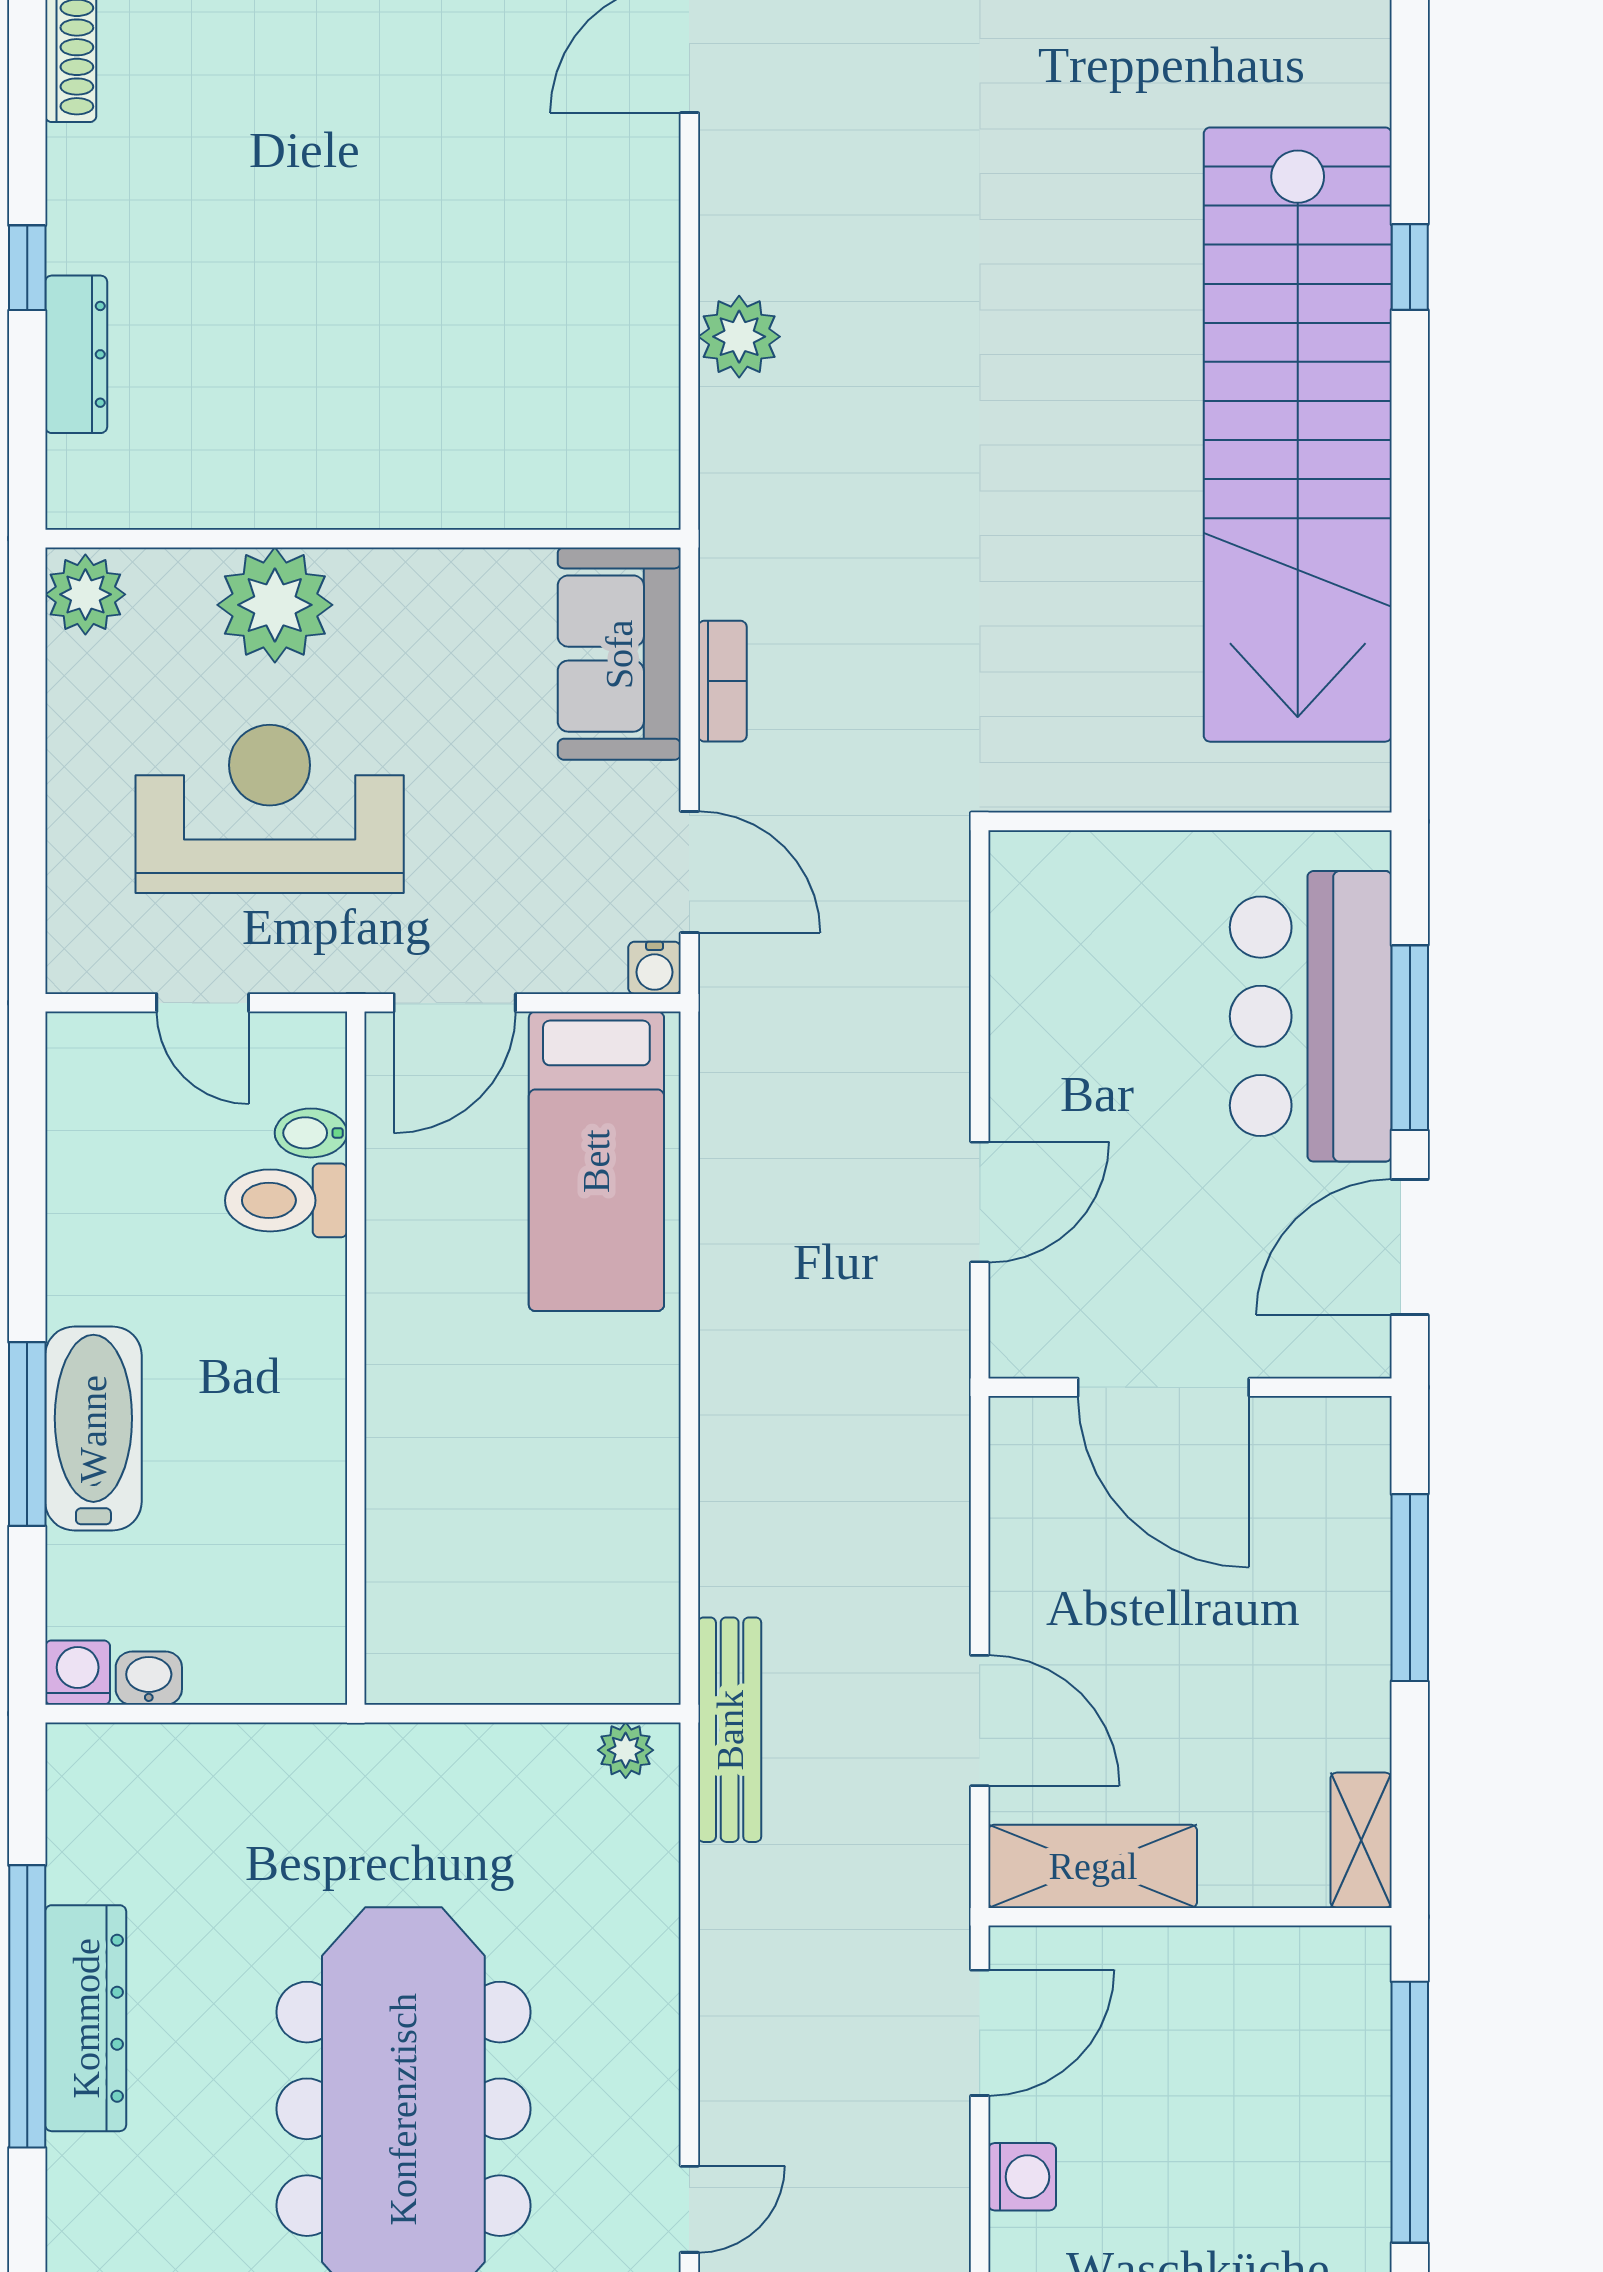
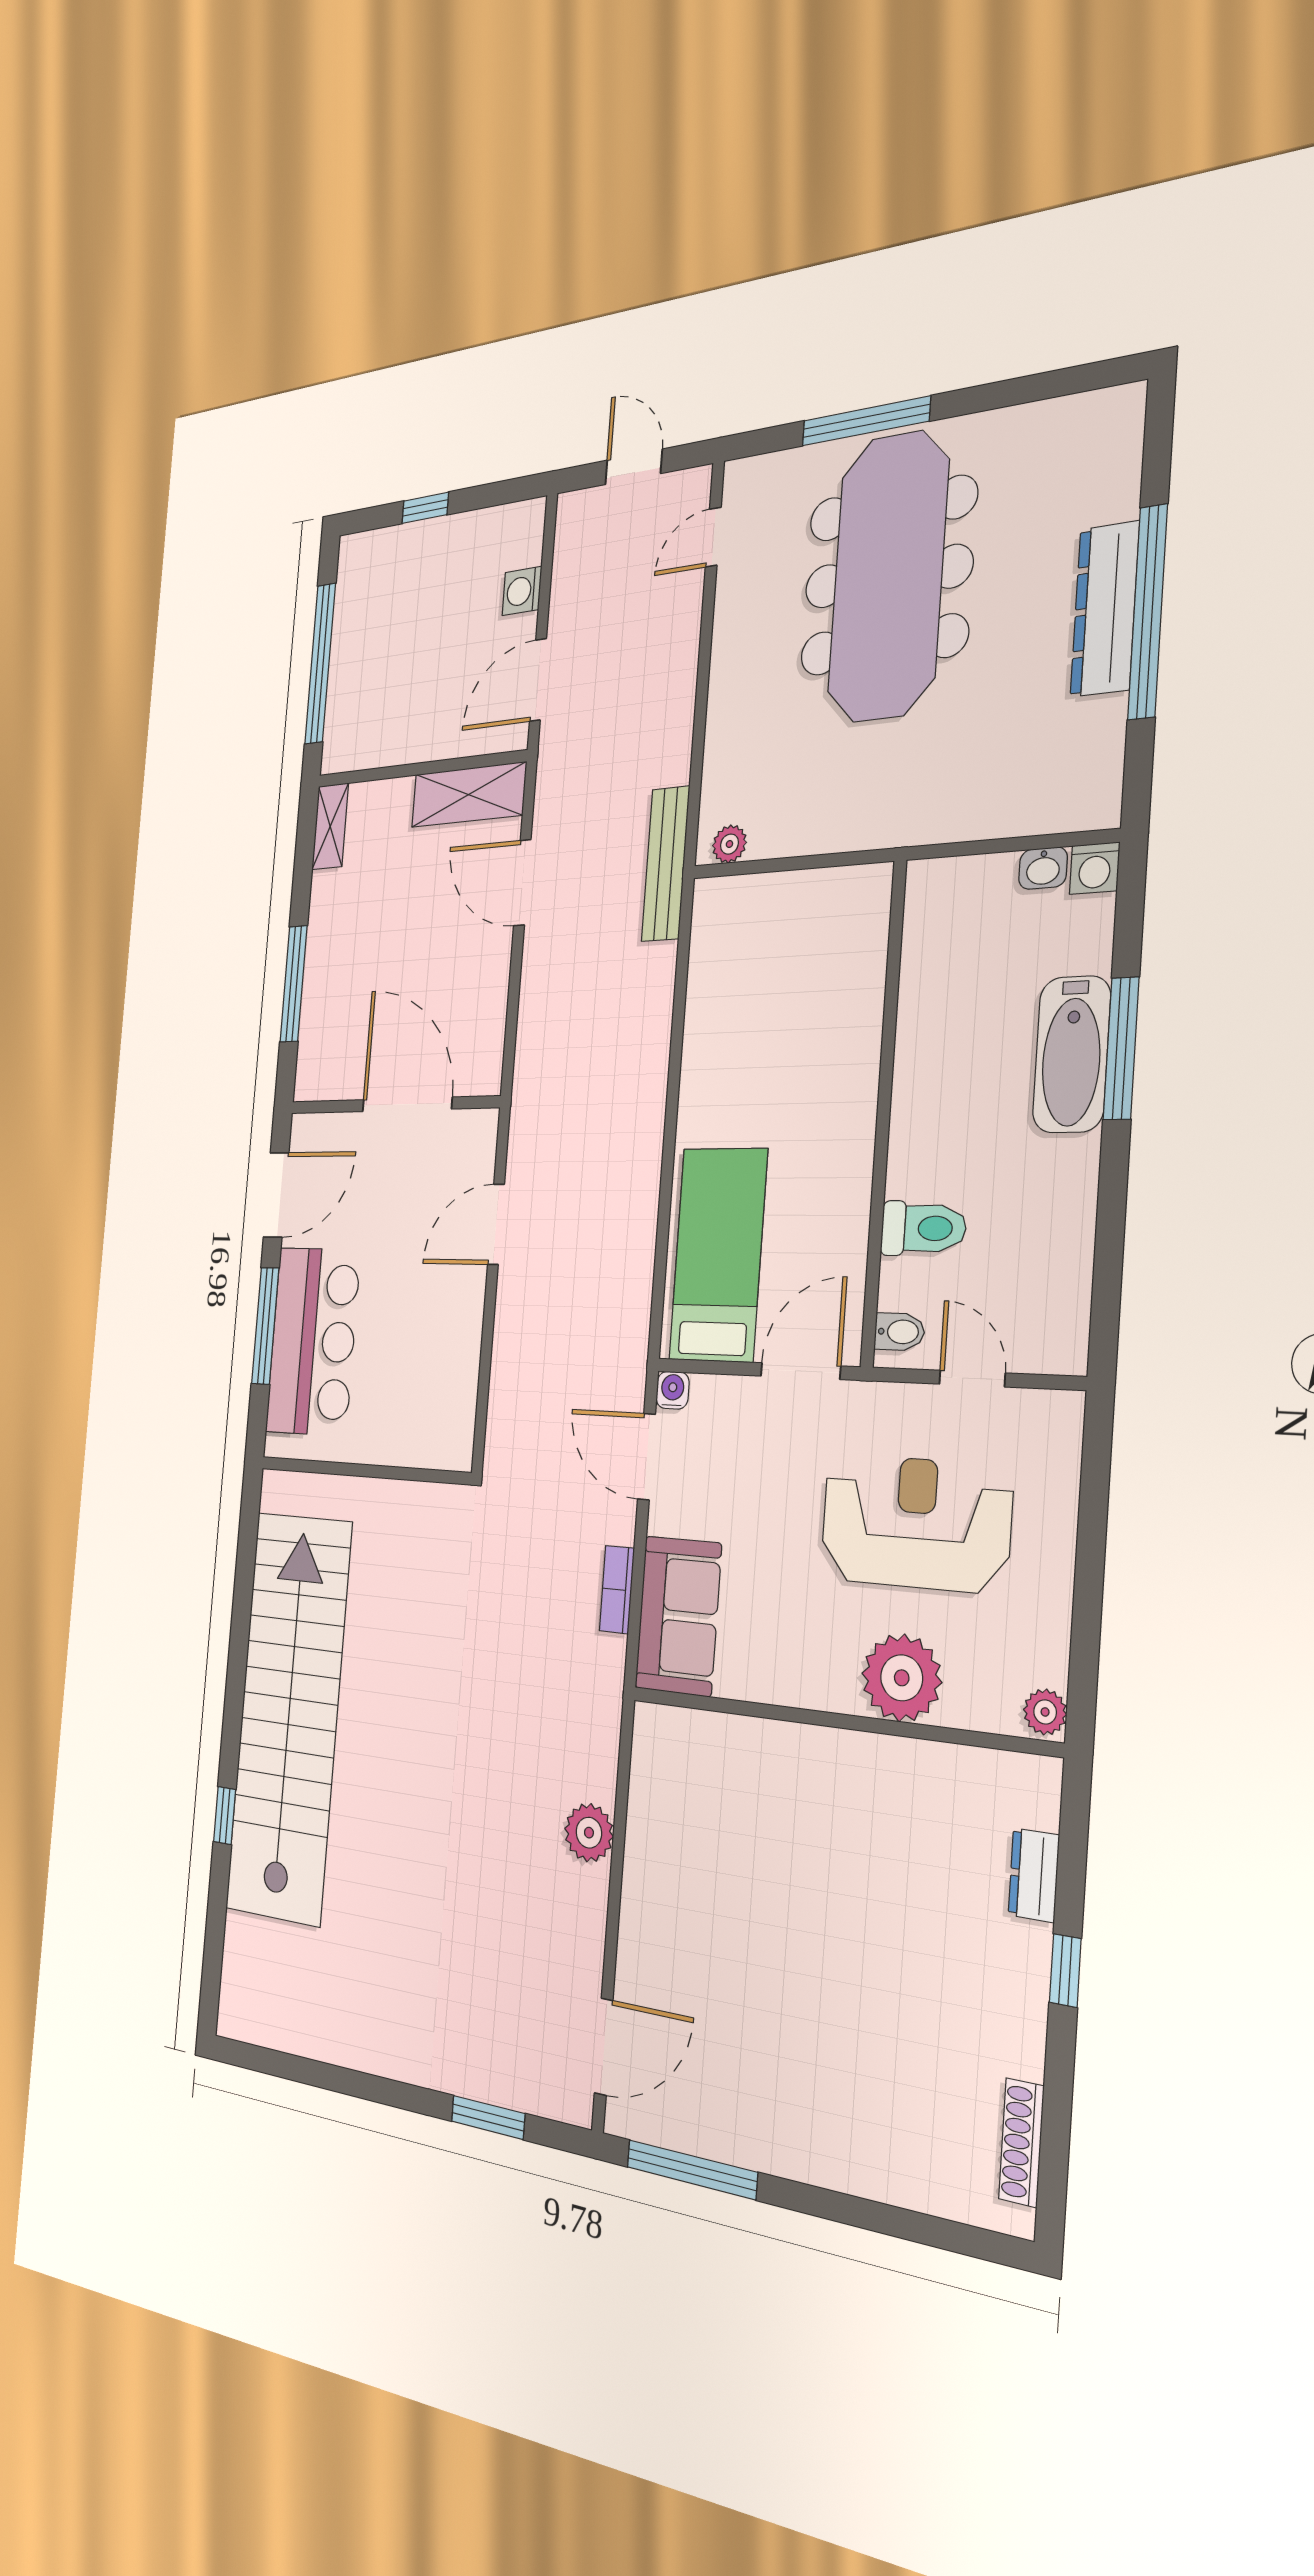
dresser: (76, 354) -> (1034, 1875), width x0.70
plant: (85, 594) -> (1045, 1712), width x0.73, depth x0.73
reception desk: (270, 809) -> (916, 1523), turned 180
bidet: (311, 1133) -> (899, 1332), moved

